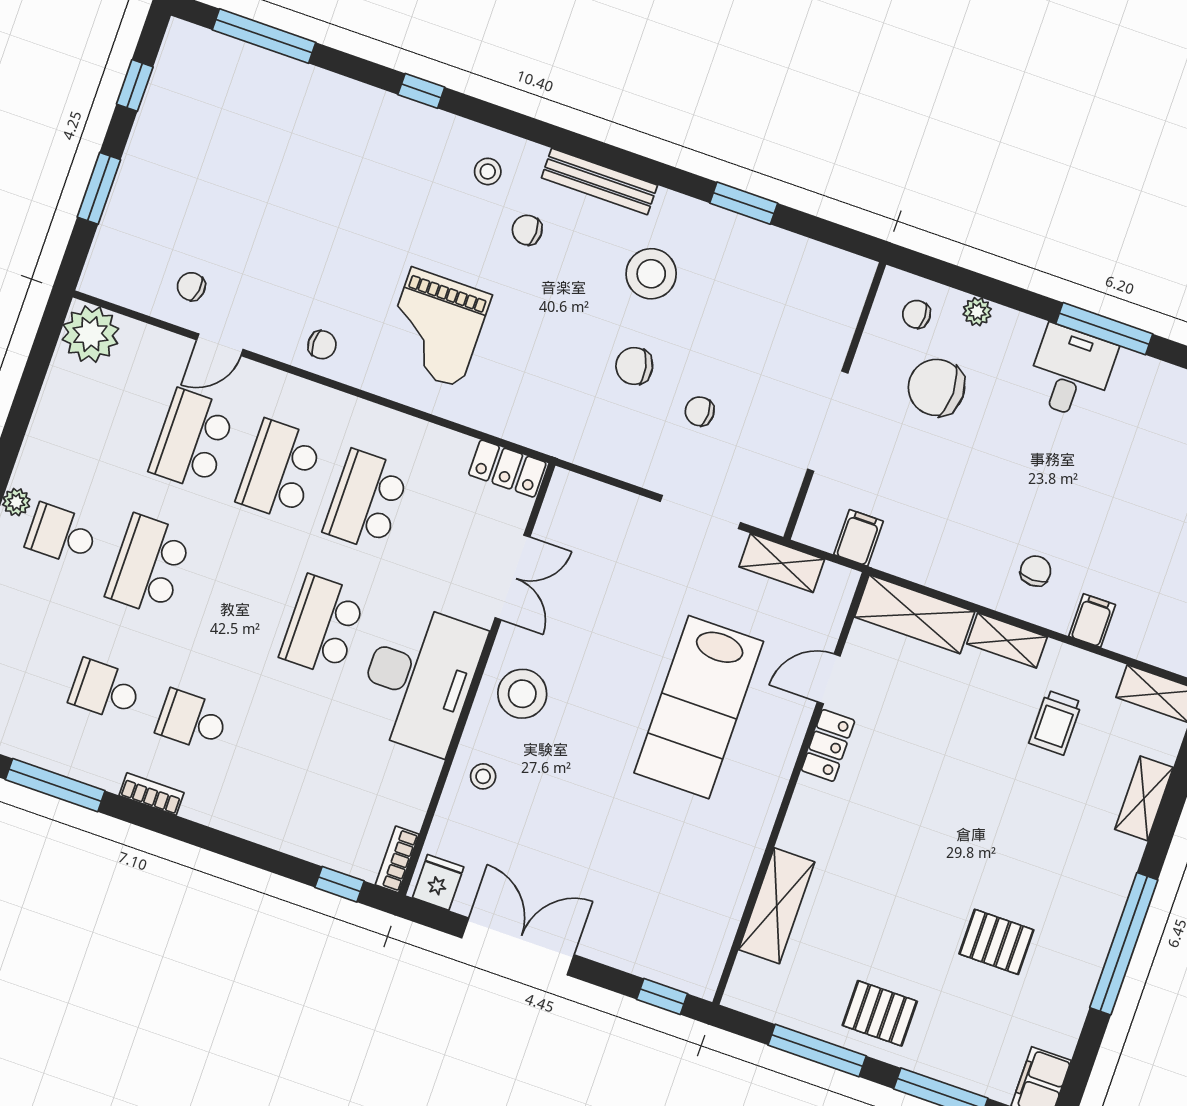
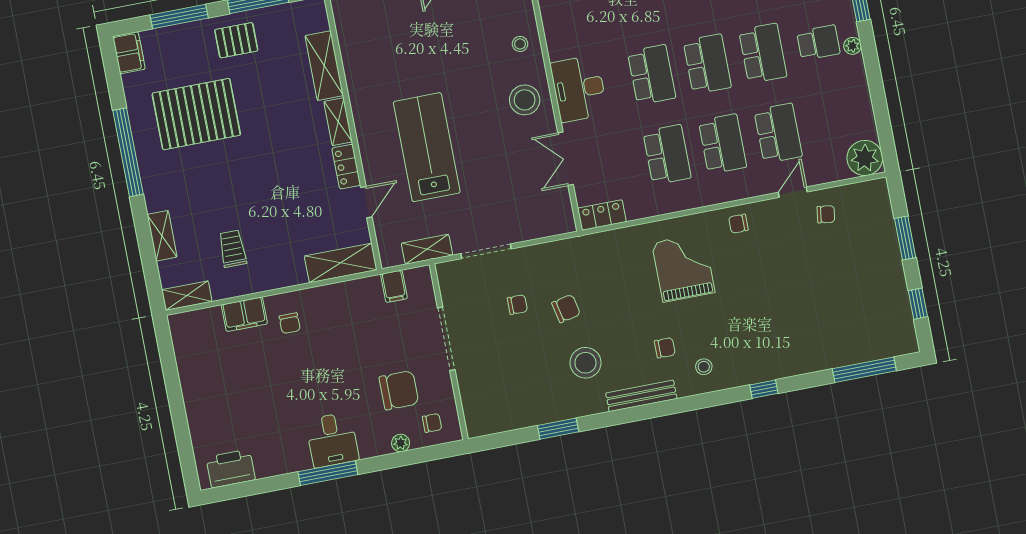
school desk: (236, 595) -> (707, 64), added
filing cabinet: (1092, 621) -> (244, 314), width x2.00
shelving: (1007, 640) -> (338, 122), moved, turned 90
desk: (419, 679) -> (579, 89), width x0.73, depth x0.77
pallet: (996, 942) -> (196, 114), width x2.05, depth x2.00

